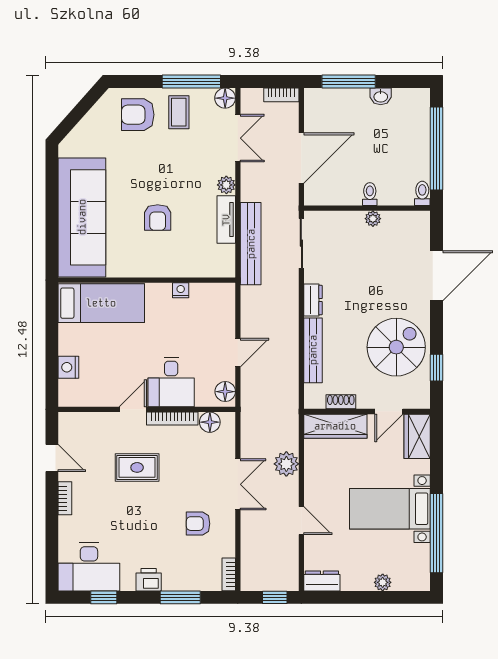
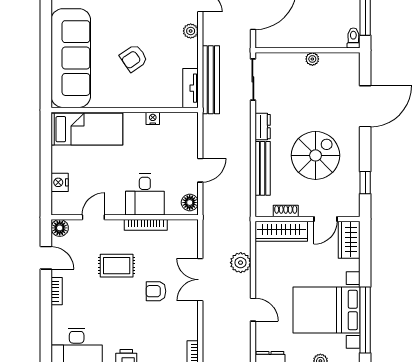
toilet: (370, 194) -> (310, 39), removed
armchair: (158, 218) -> (134, 58), turned 56
tv unit: (226, 220) -> (191, 88), moved
spiral stairs: (396, 347) -> (316, 155), moved
door: (133, 409) -> (93, 217), moved
floor lamp: (210, 422) -> (60, 228), moved
double door: (238, 484) -> (200, 280), swing flipped
bed with nightstands: (390, 509) -> (326, 310), width x1.36
armchair: (198, 524) -> (156, 291), moved

